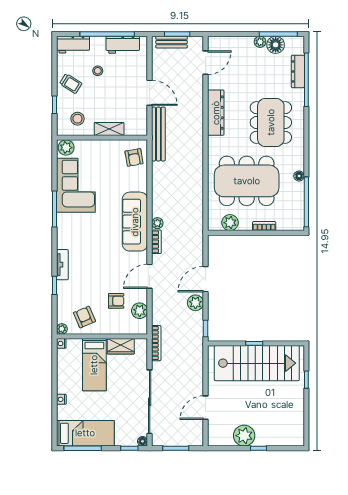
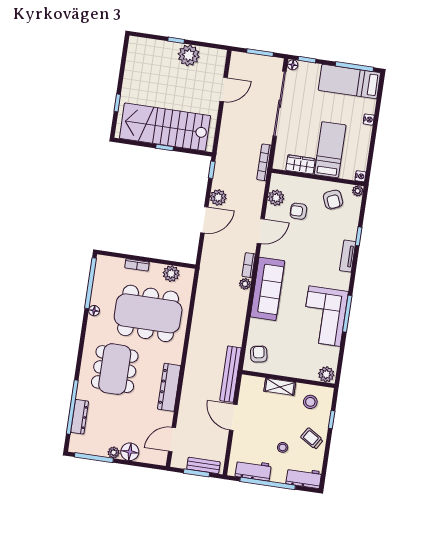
floor lamp: (276, 45) -> (130, 452), moved
corner sofa: (76, 185) -> (325, 316), moved

